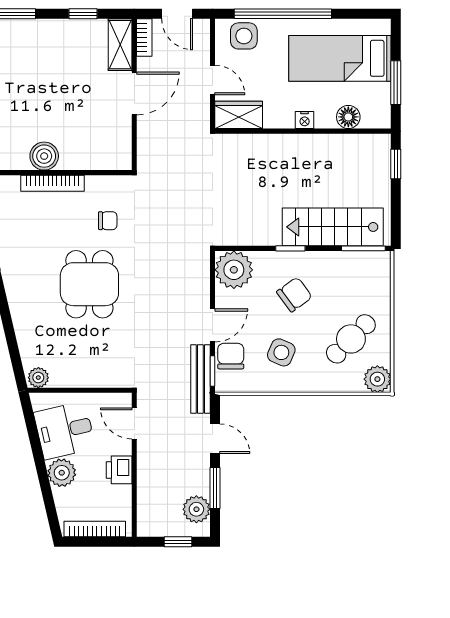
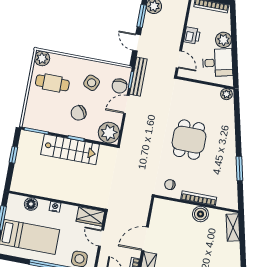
window: (396, 164) -> (13, 155), moved
chair: (108, 221) -> (170, 185), moved
stairs: (333, 227) -> (70, 149), moved
cafe table: (351, 339) -> (52, 83), turned 45

